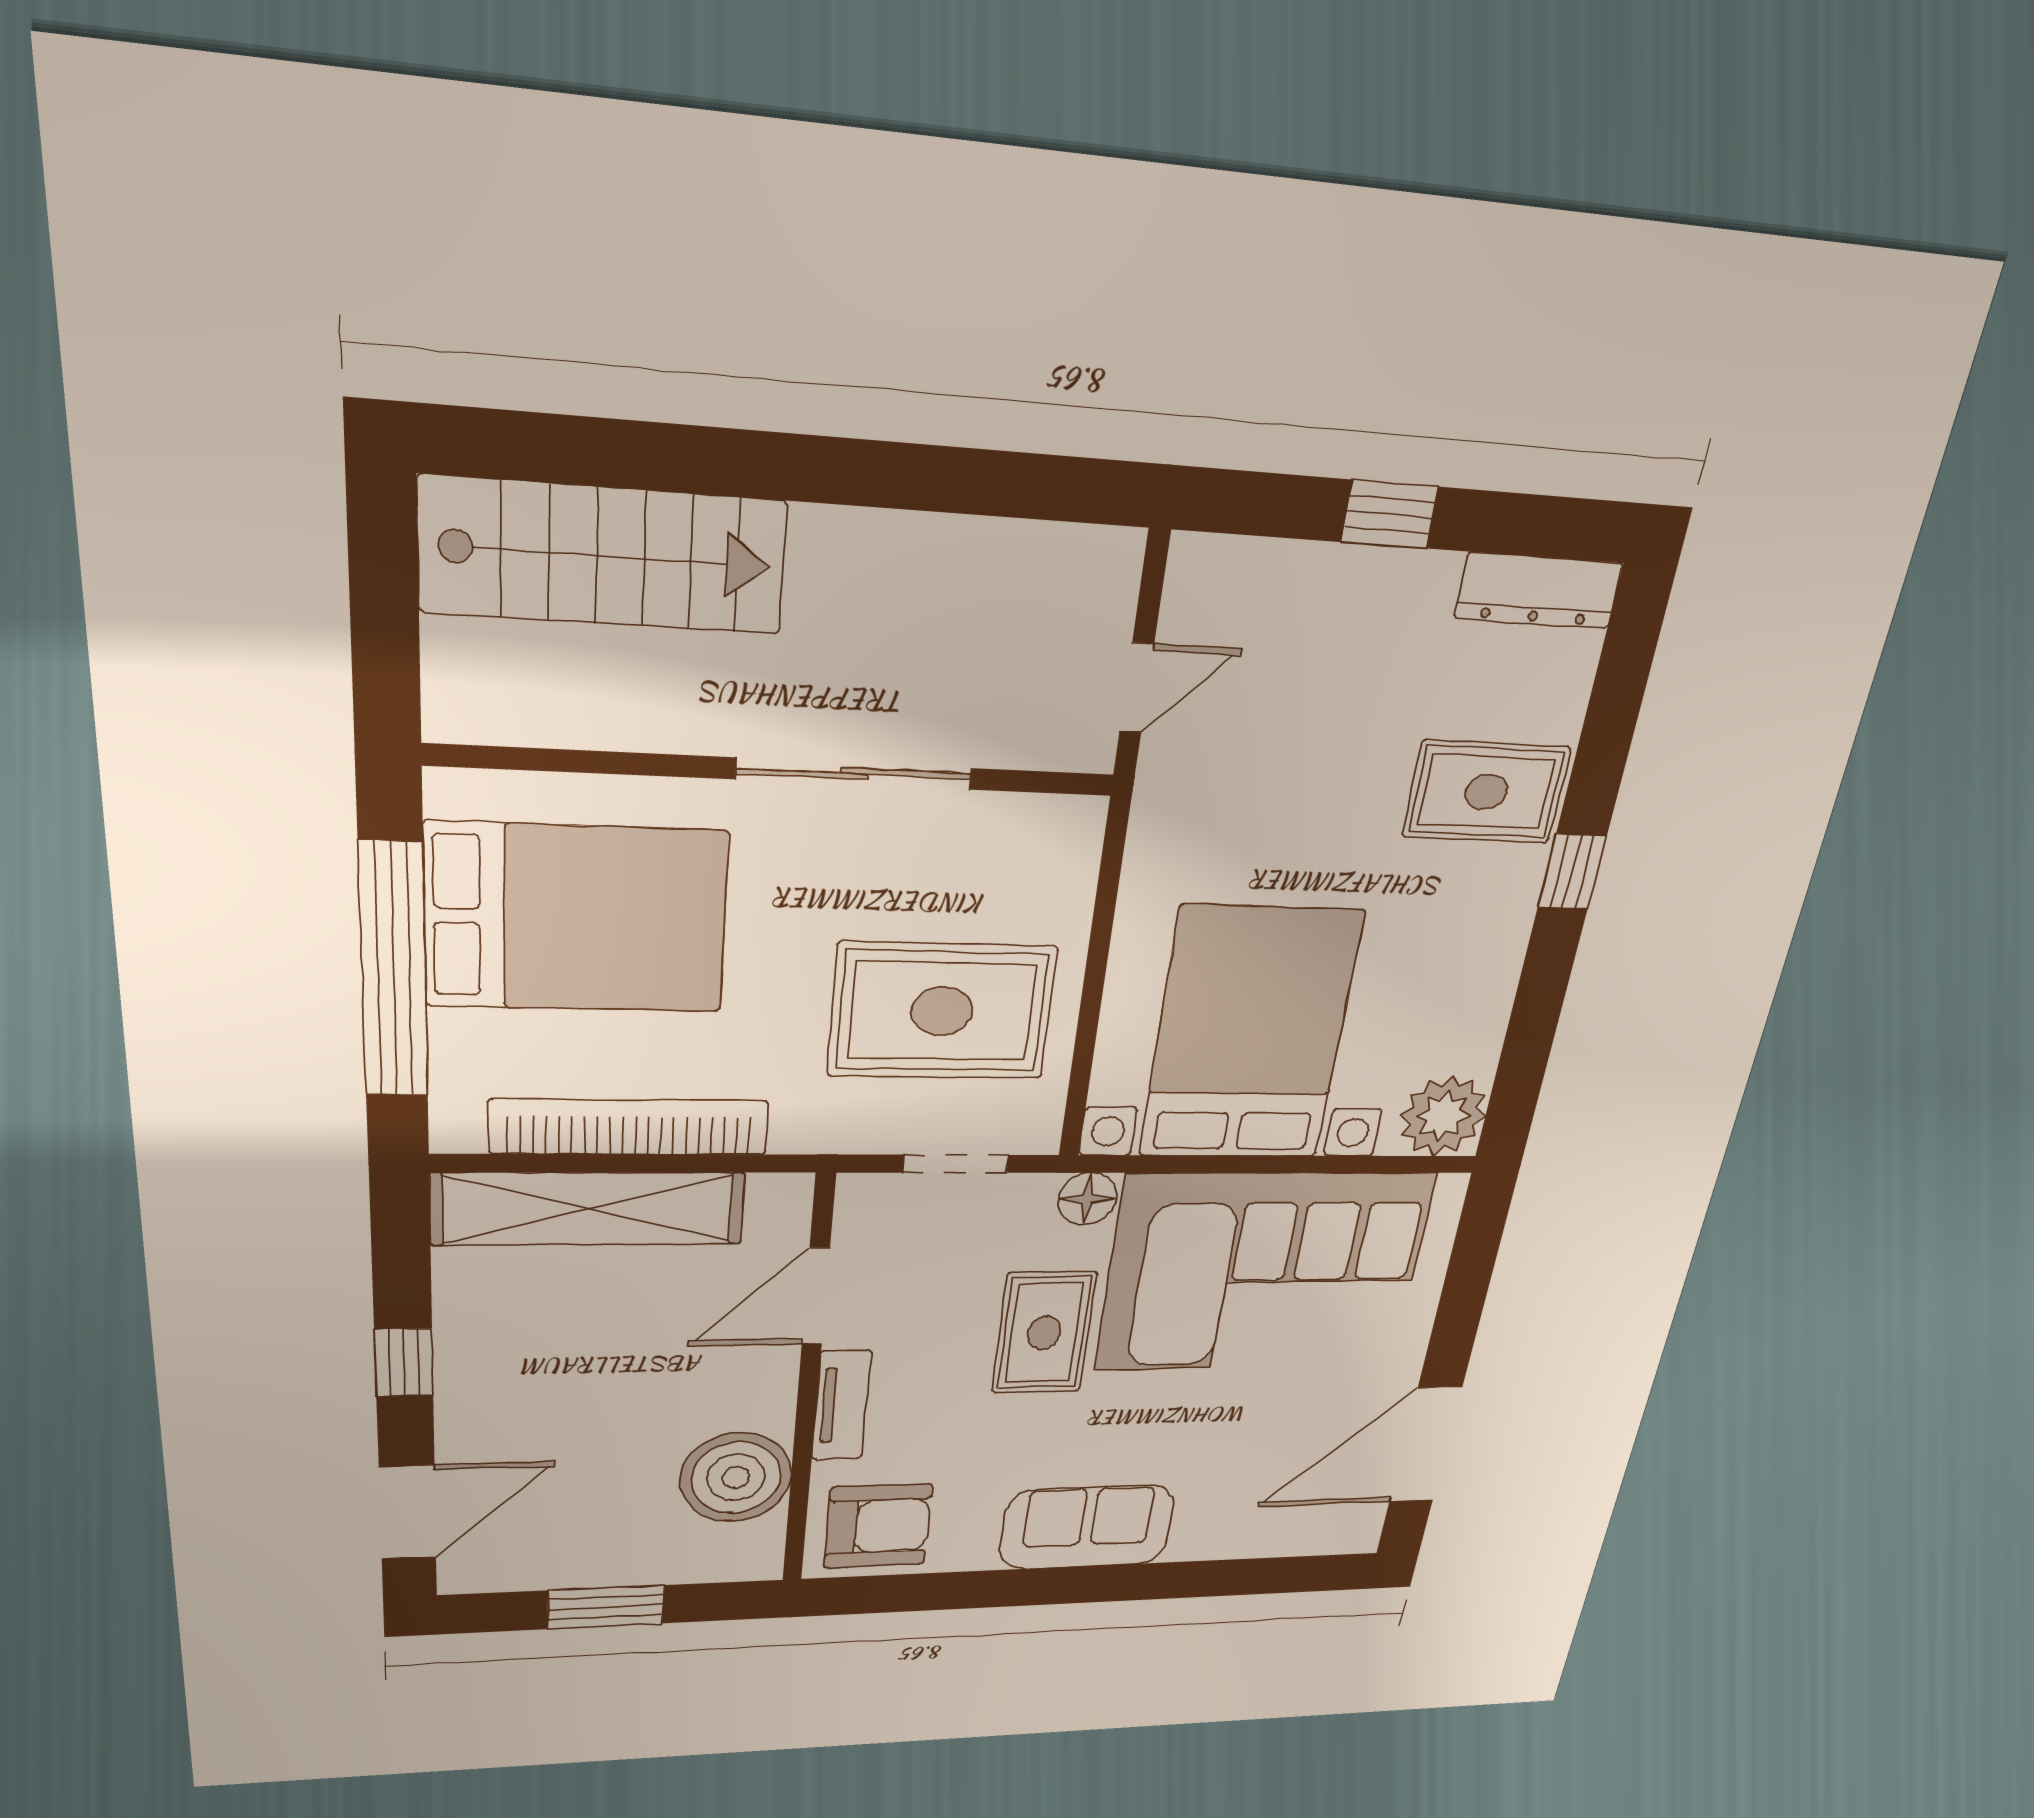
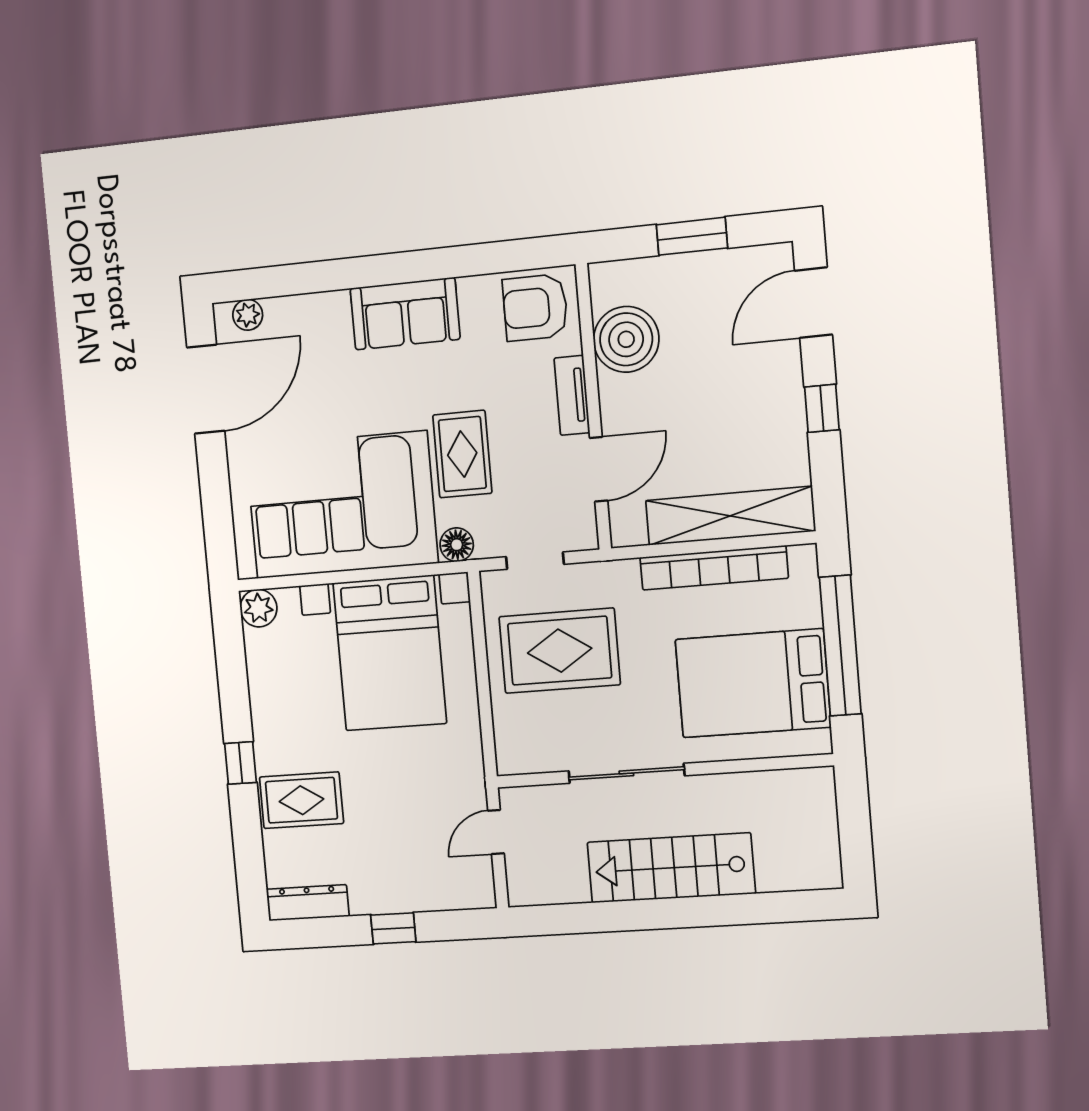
stairs: (604, 556) -> (671, 868), moved
plant: (1443, 1116) -> (258, 608), width x0.73, depth x0.73
plant: (1328, 1536) -> (248, 315), added

